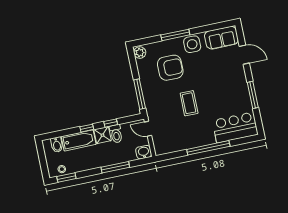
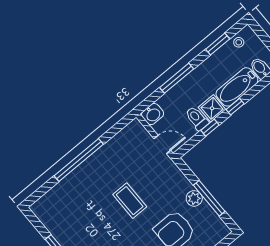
plant: (140, 53) -> (194, 198), moved
window: (140, 94) -> (209, 198), moved
bar counter: (235, 127) -> (60, 201), removed
window: (66, 177) -> (218, 44), moved

